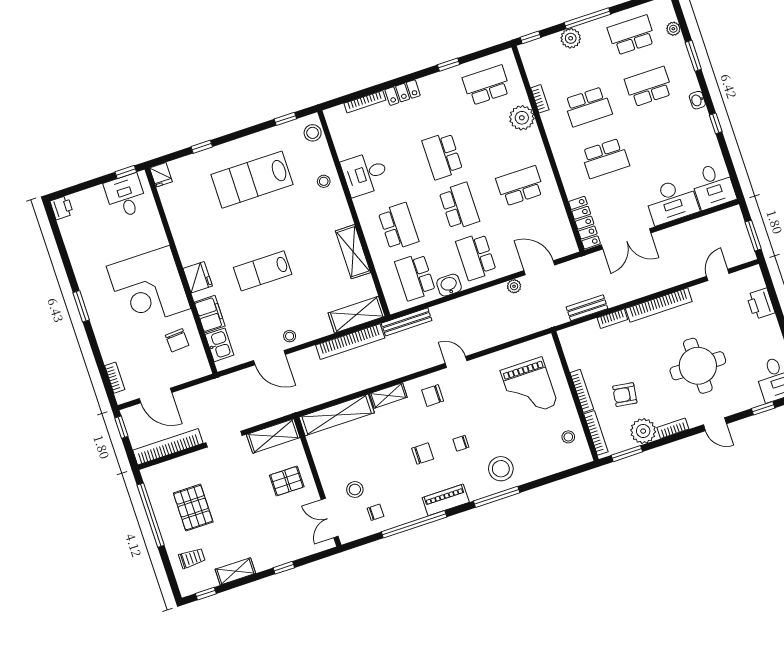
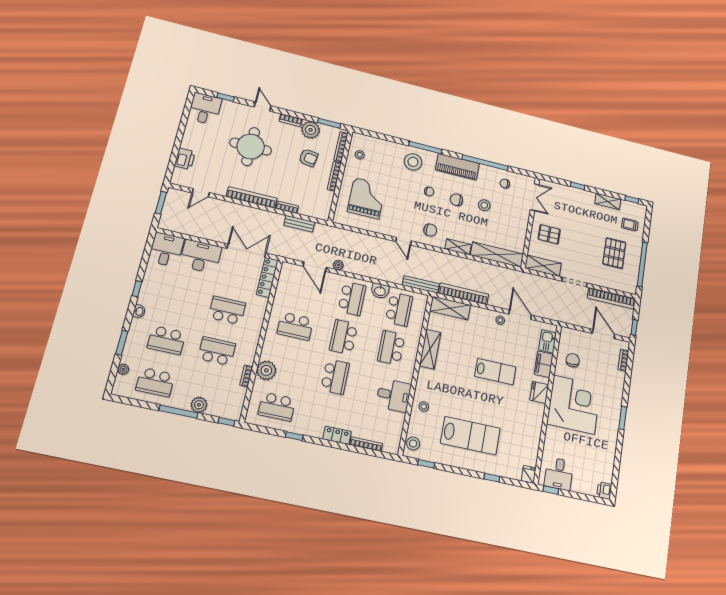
stool: (355, 490) -> (484, 205), moved
piano: (446, 500) -> (457, 167), width x1.37, depth x1.33

